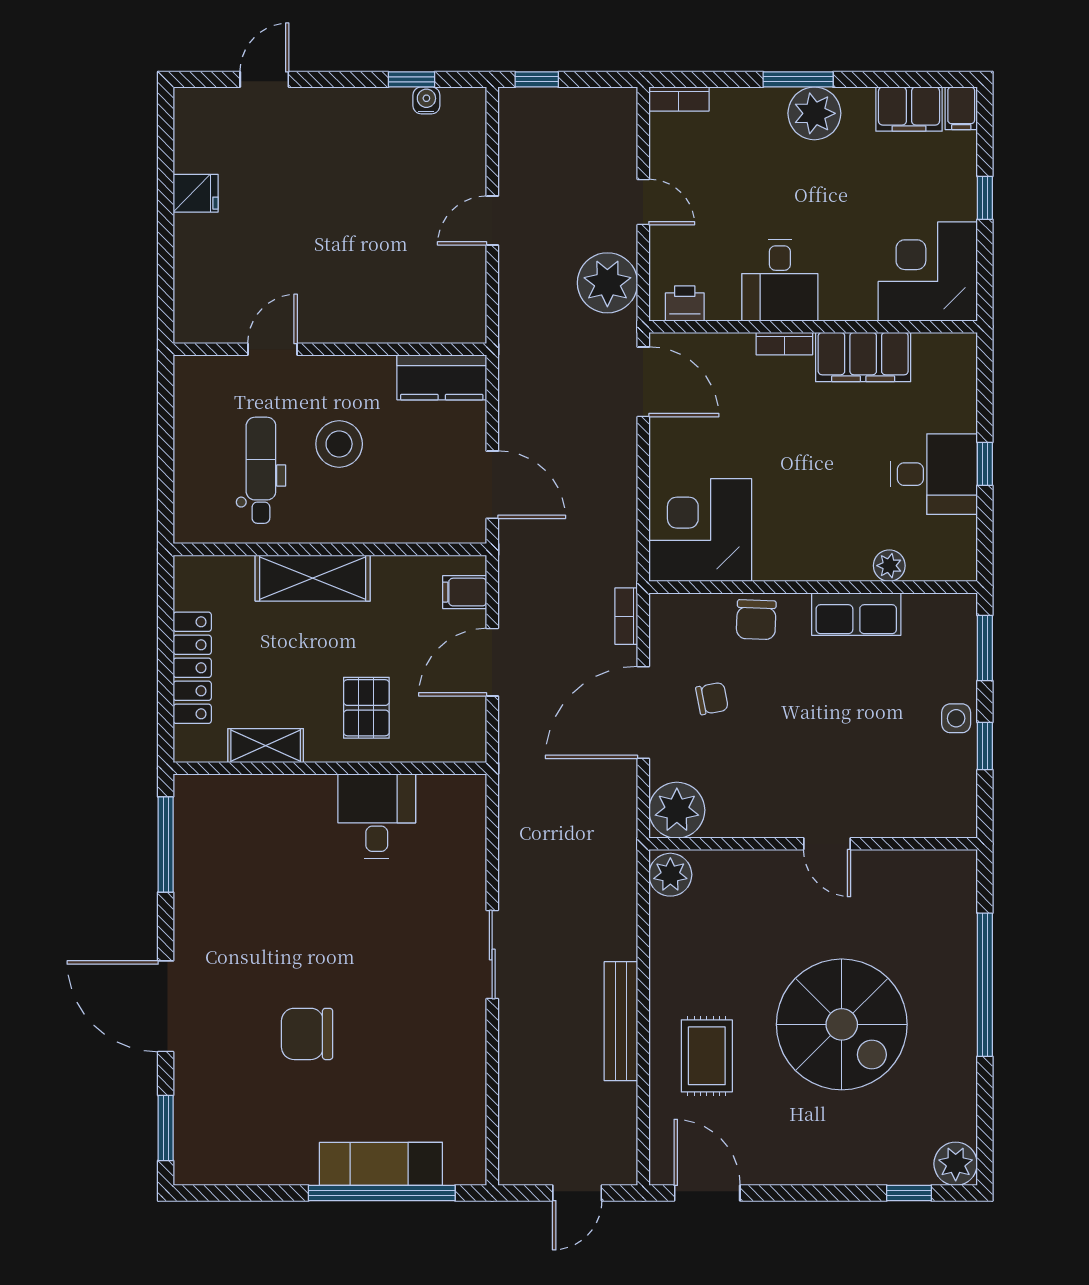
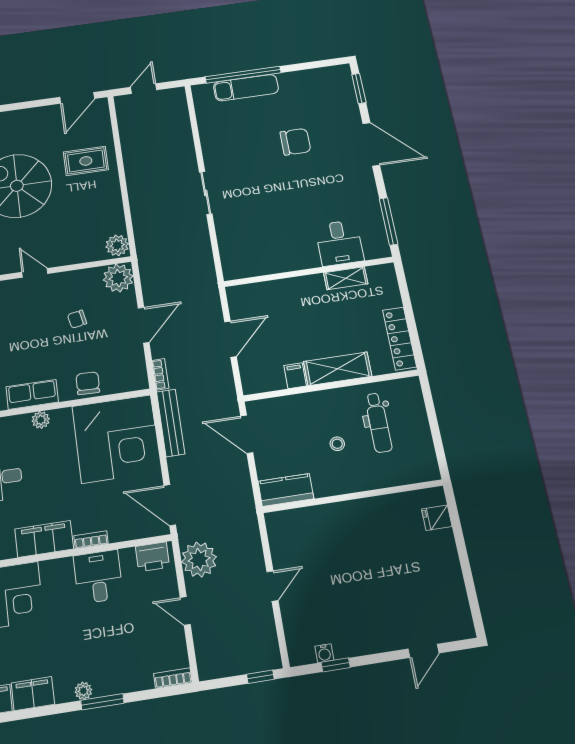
plant: (814, 113) -> (83, 691), width x0.53, depth x0.53
fridge: (196, 193) -> (437, 518), moved
printer: (685, 303) -> (152, 557), width x1.36, depth x1.24
door: (273, 349) -> (386, 491), removed
stool: (339, 444) -> (337, 444), width x0.53, depth x0.53
corner desk: (700, 530) -> (116, 439), width x1.36, depth x1.36
plant: (889, 566) -> (41, 420), moved
filing cabinet: (465, 592) -> (295, 376), moved, turned -90
locker: (192, 668) -> (400, 338), moved
chair: (712, 698) -> (77, 319), moved
pallet: (366, 708) -> (295, 305), removed
door: (643, 712) -> (144, 325), width x0.73
desk: (377, 816) -> (339, 243), moved
bench: (621, 1021) -> (171, 423), moved
rug: (707, 1056) -> (86, 161), turned 90
door: (707, 1193) -> (77, 98), hinge flipped

